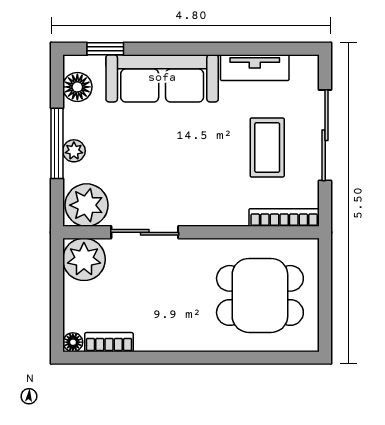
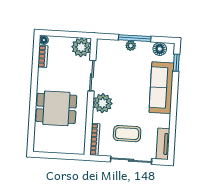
tv unit: (255, 68) -> (163, 144), moved
plant: (87, 205) -> (103, 103), moved
dining table: (260, 295) -> (56, 108), moved, turned 90

